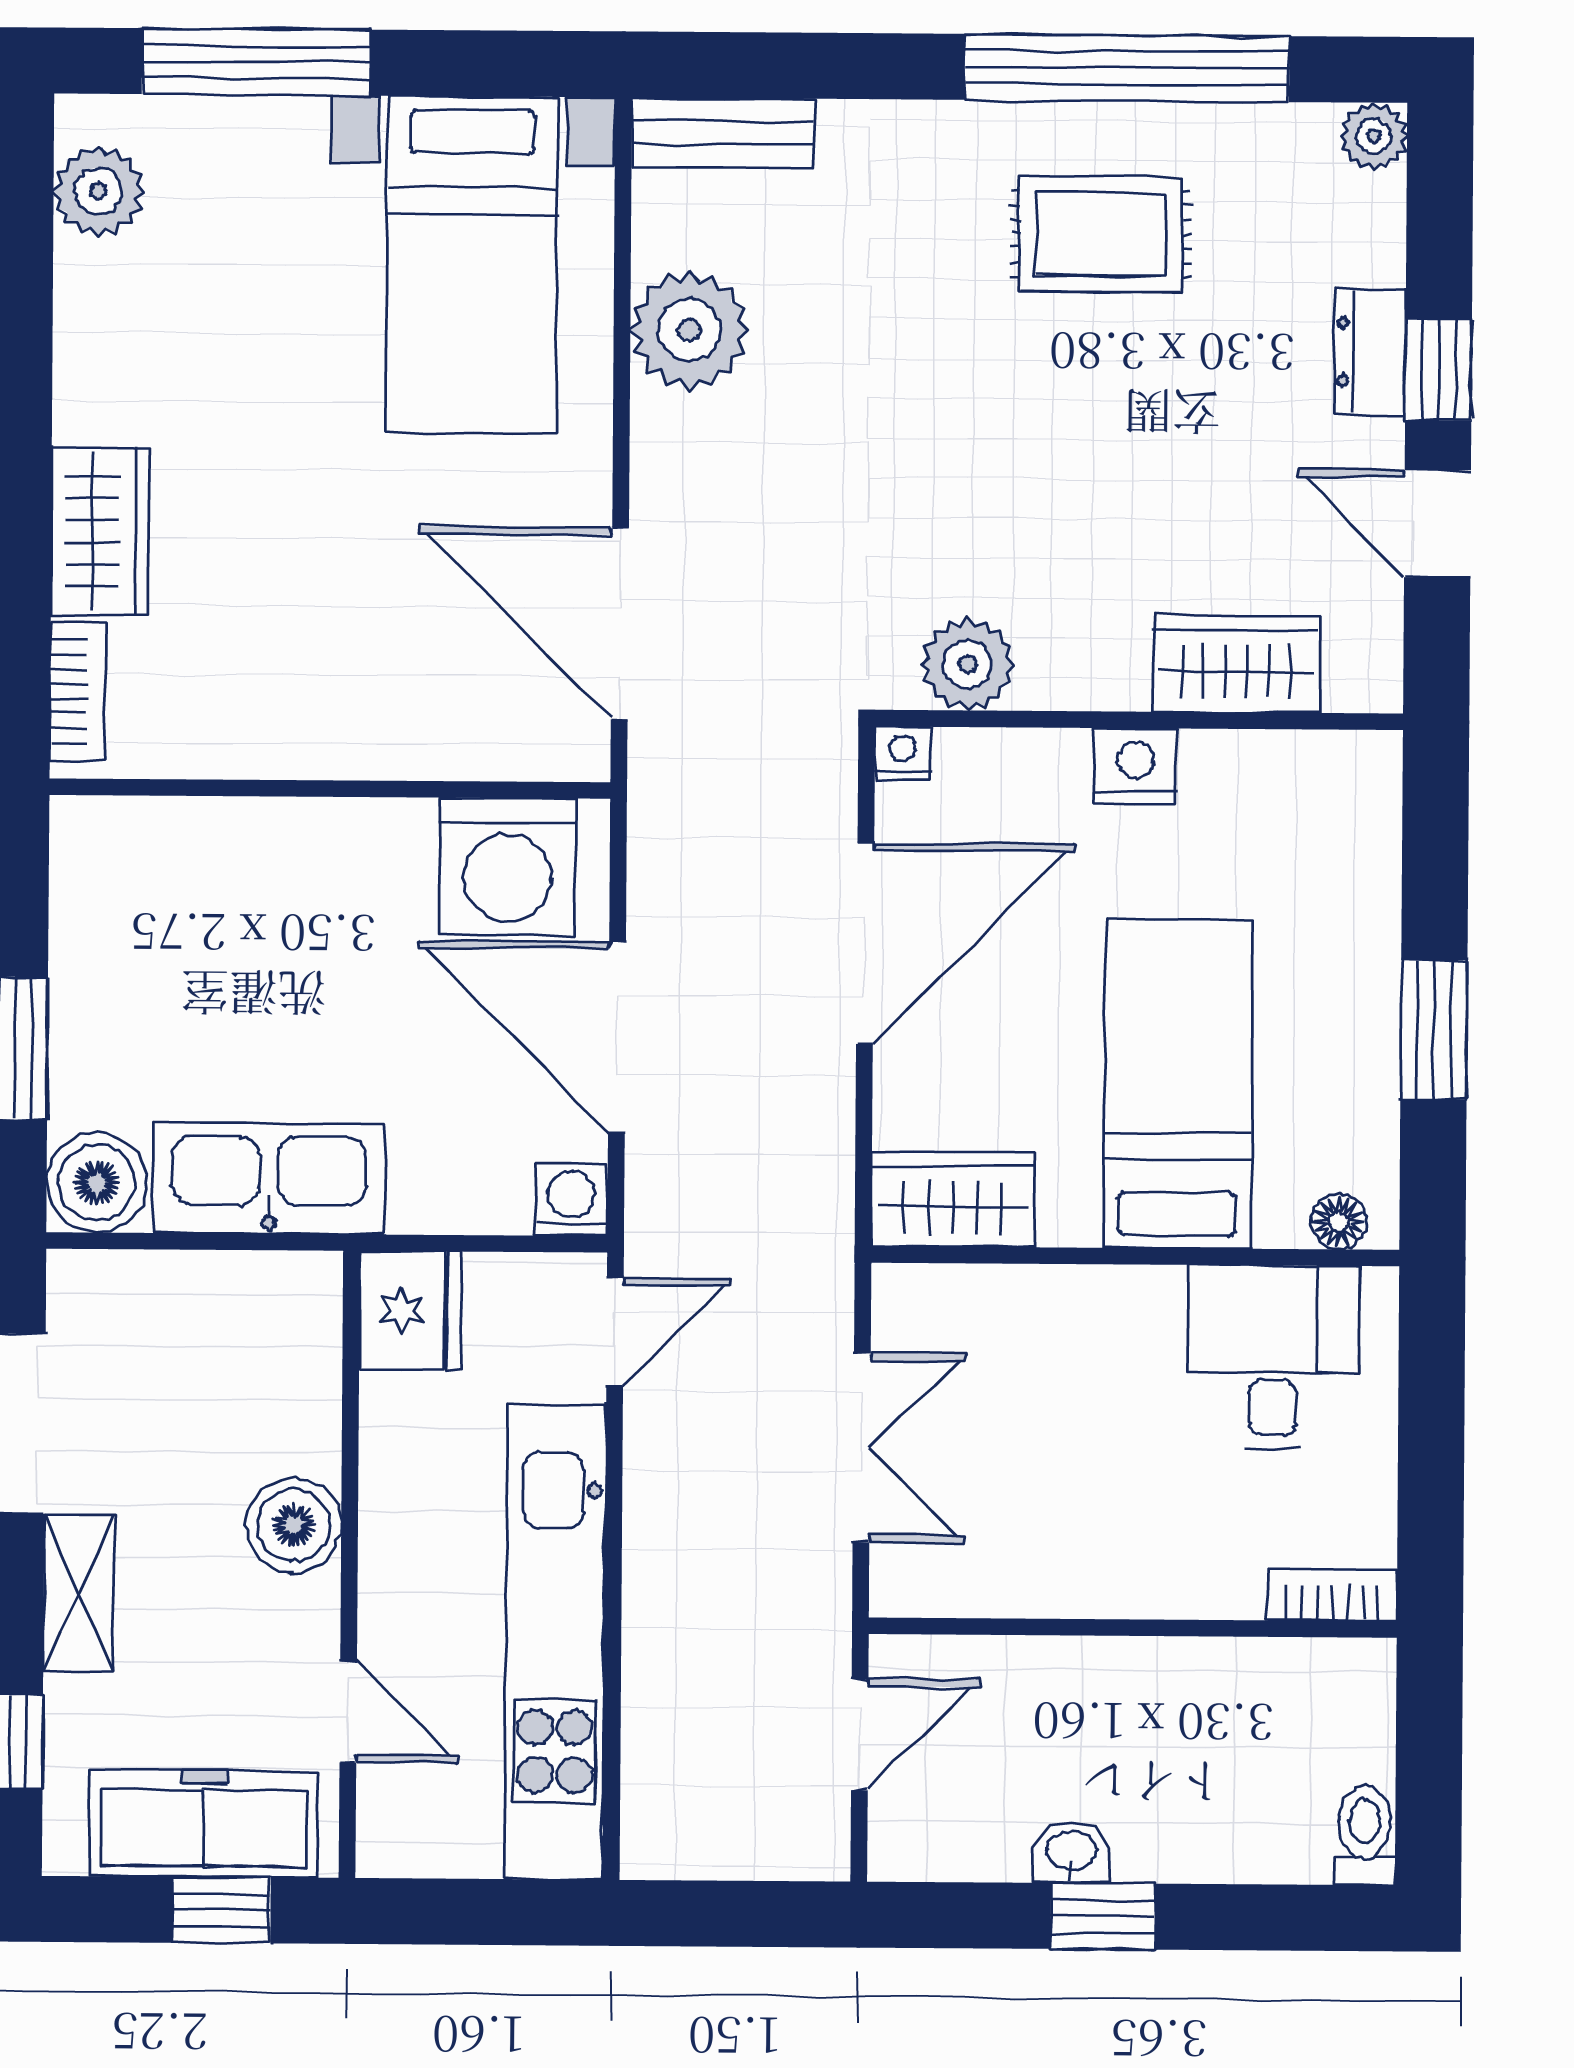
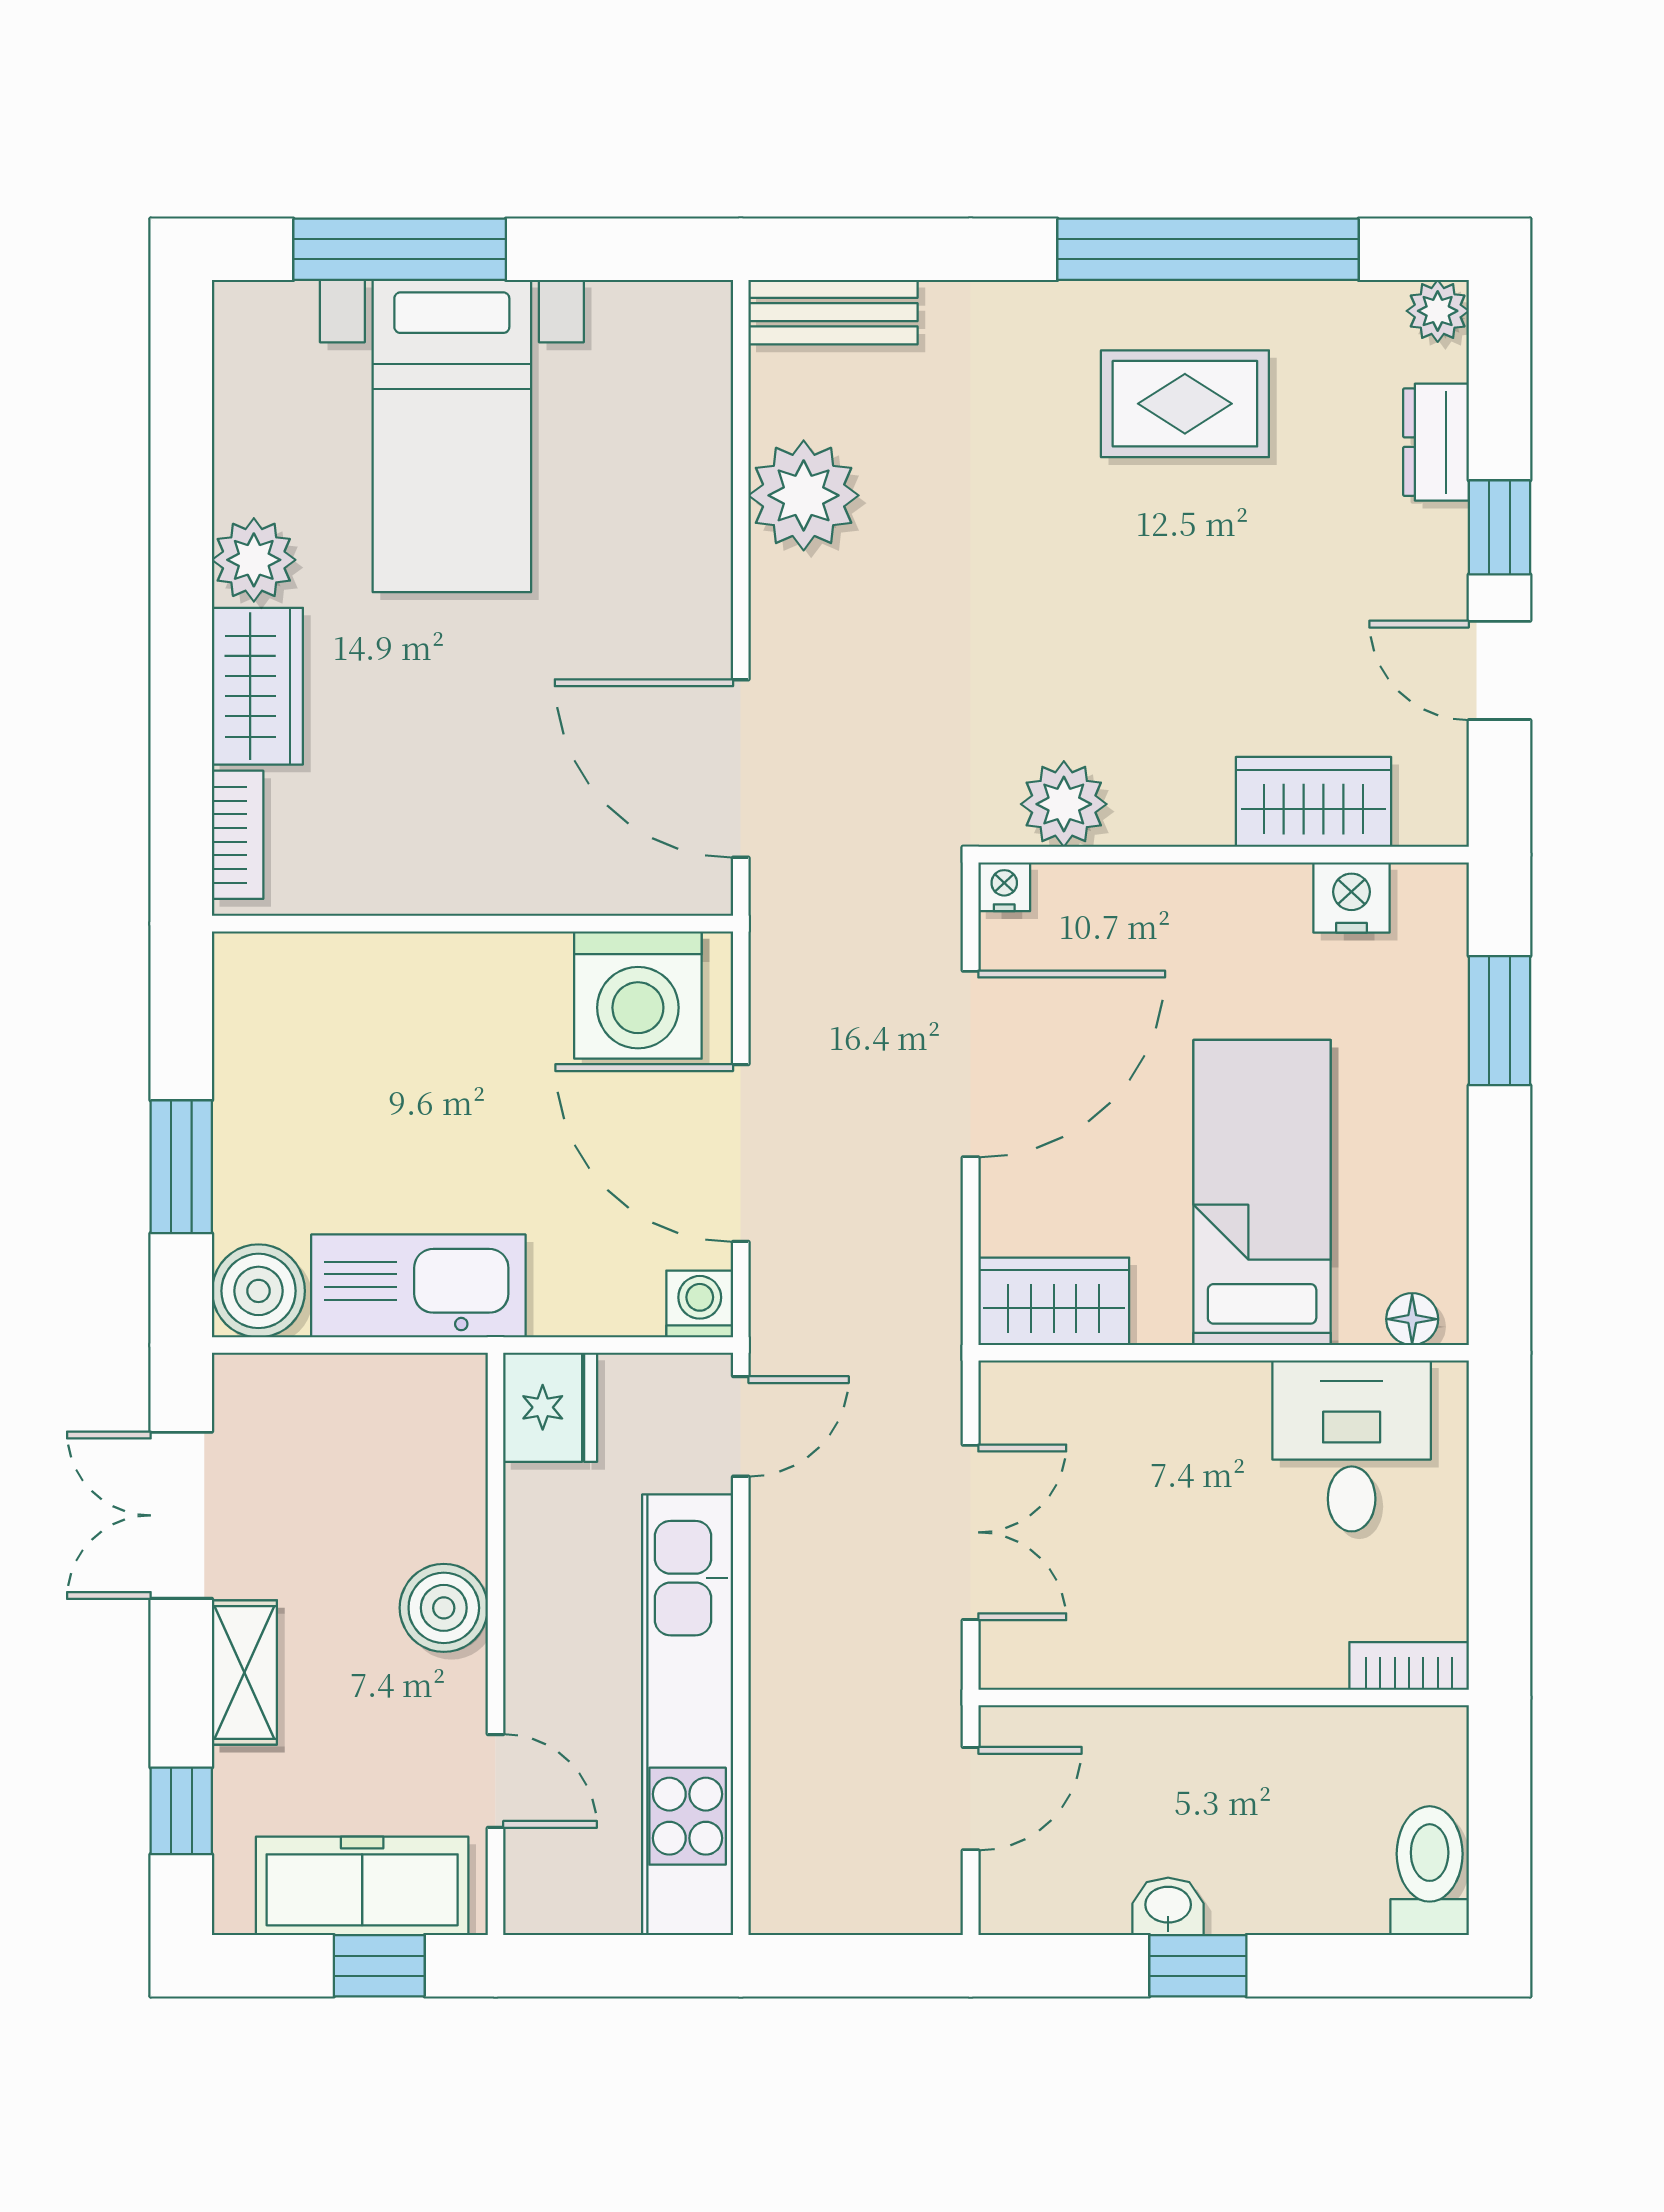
plant: (98, 191) -> (254, 560), moved
bed with nightstands: (472, 265) -> (452, 436), moved
dresser: (1370, 352) -> (1436, 442), moved
nightstand: (1136, 766) -> (1351, 897), moved
window: (1434, 1030) -> (1499, 1021), moved
toilet: (1365, 1835) -> (1430, 1871), width x1.37, depth x1.39

